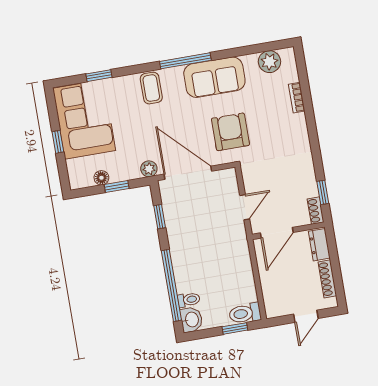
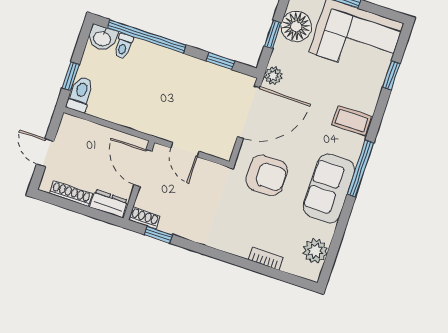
floor lamp: (101, 178) -> (296, 26), width x1.89, depth x1.89

